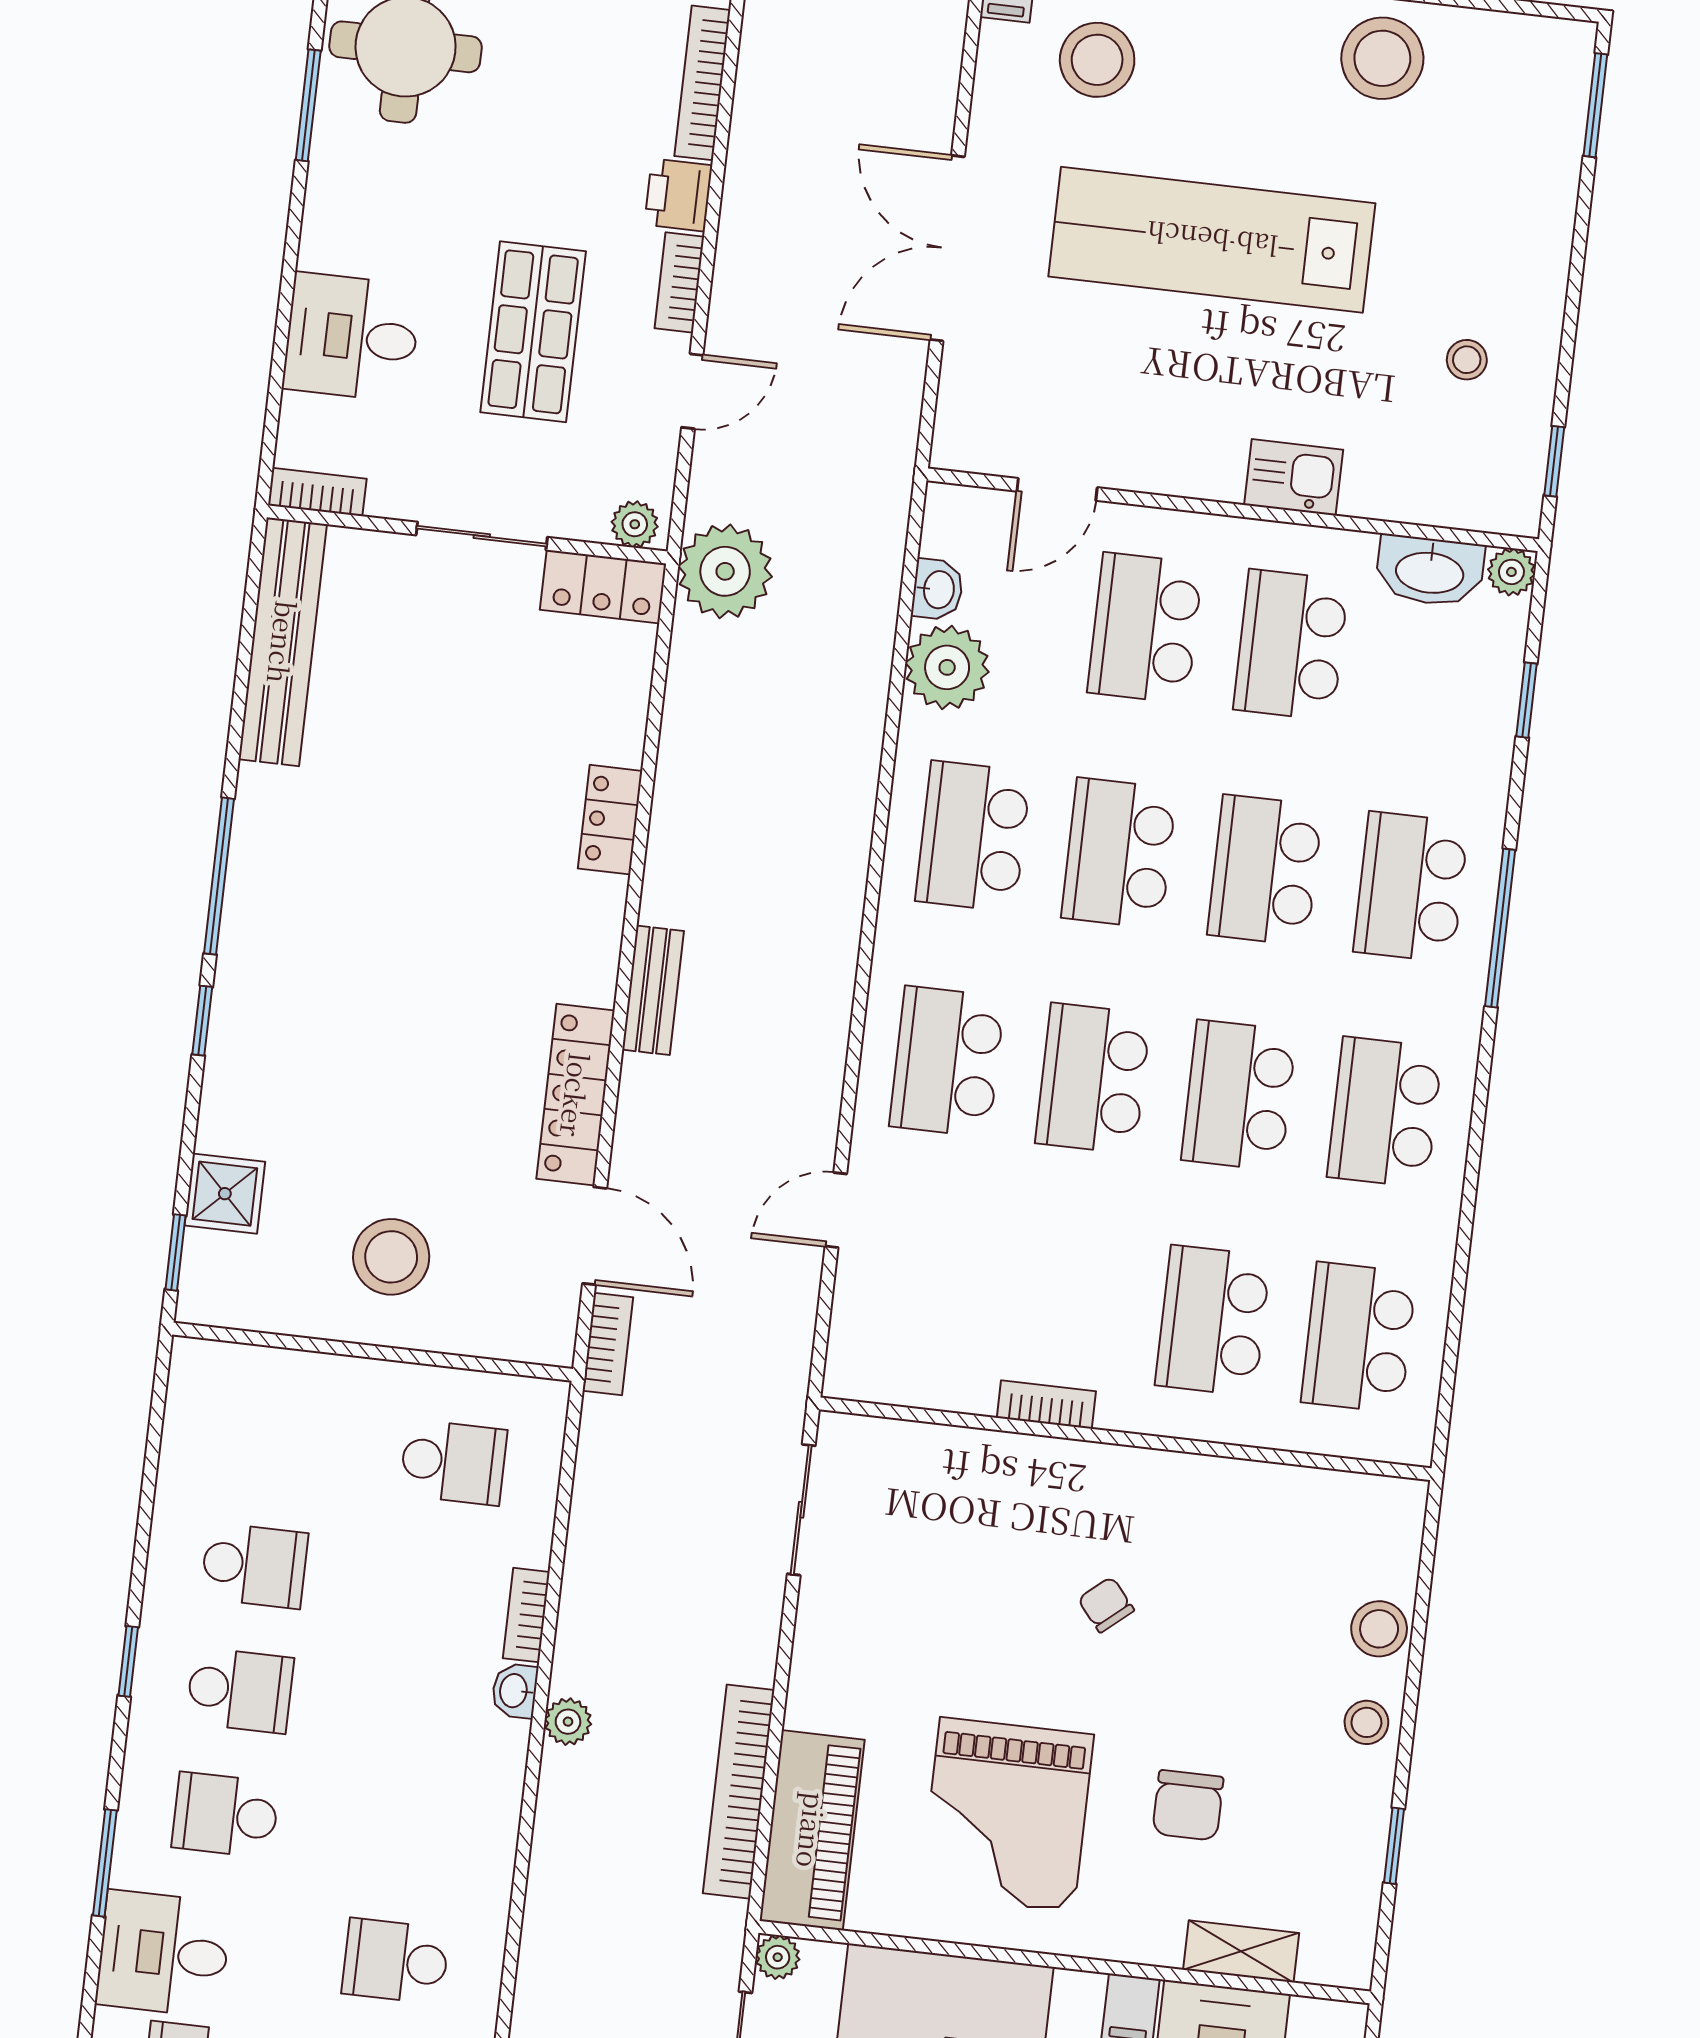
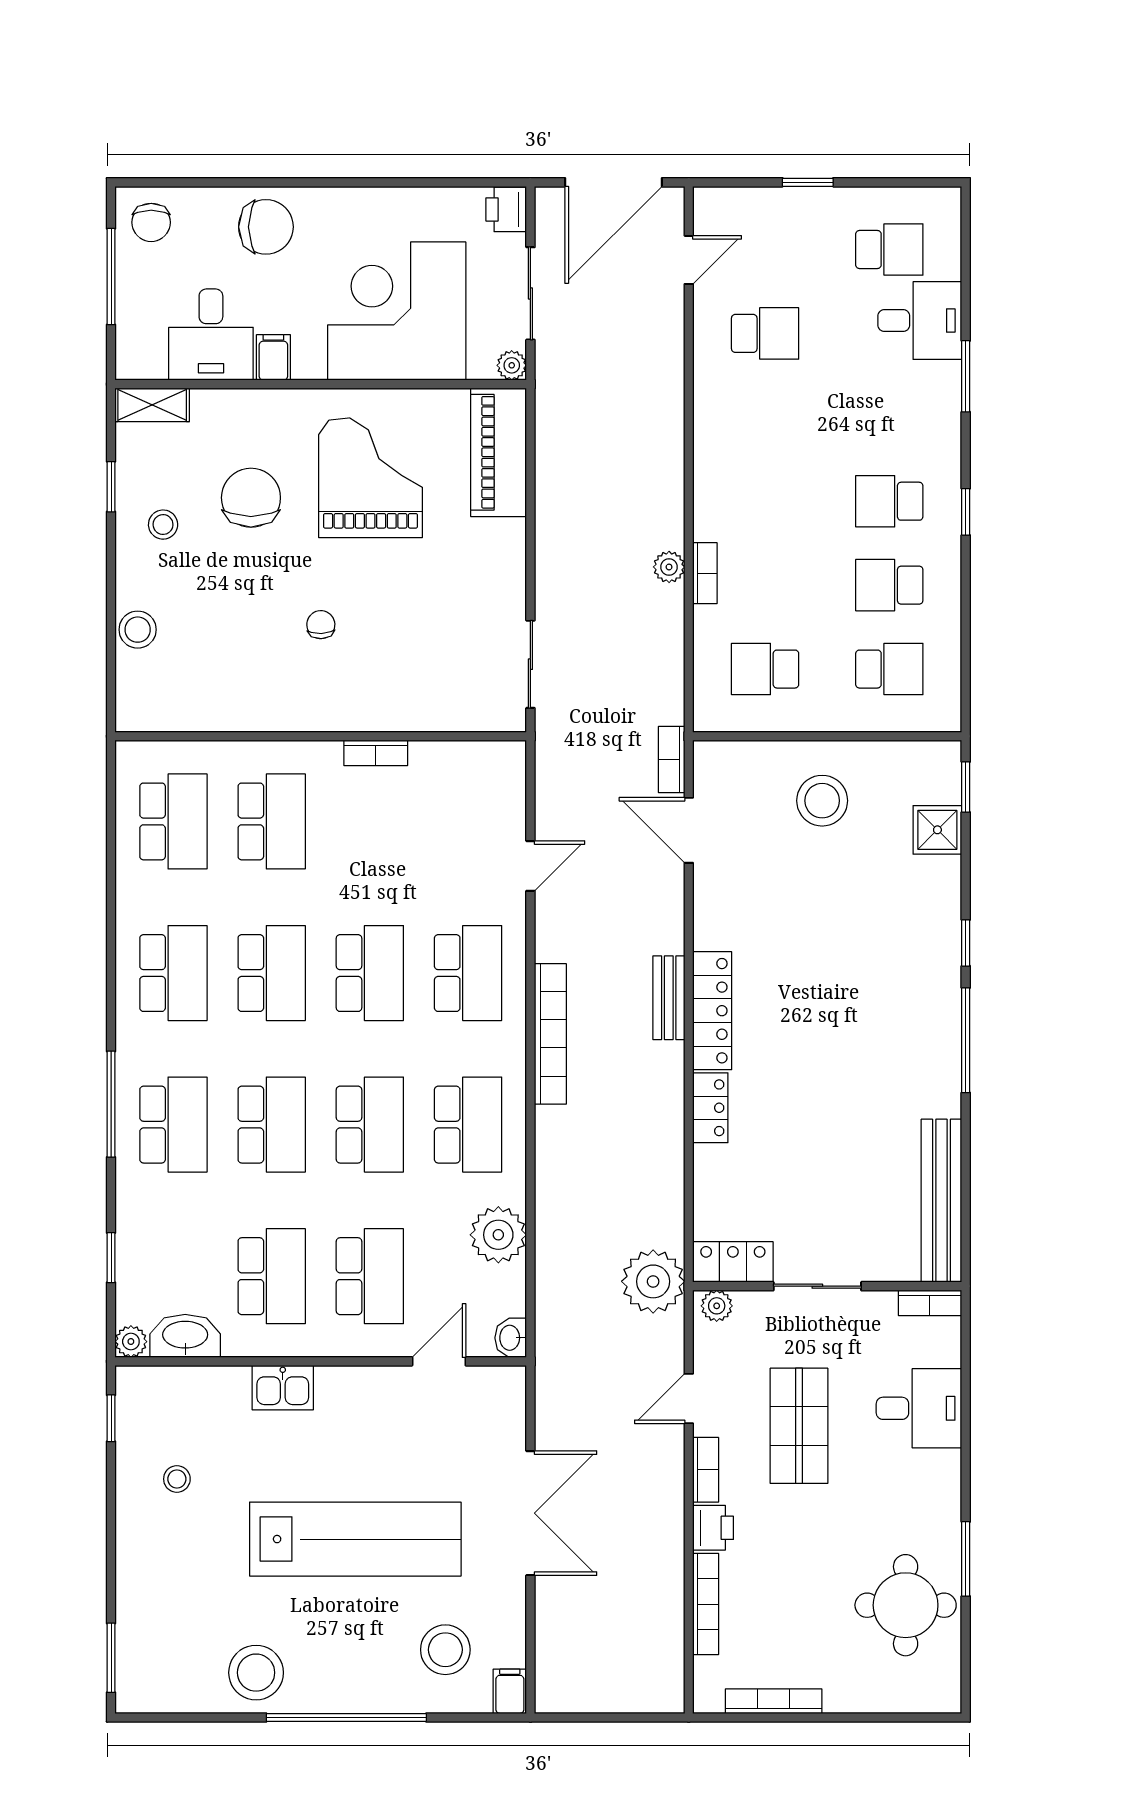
washbasin: (938, 590) -> (511, 1338), moved
locker: (576, 1095) -> (712, 1011), moved
chair: (1106, 1605) -> (321, 625), turned -142
washbasin: (515, 1691) -> (707, 522), removed
plant: (568, 1722) -> (669, 567), moved
stool: (1366, 1722) -> (163, 525), moved
bookcase: (739, 1792) -> (550, 1034), moved
chair: (1188, 1805) -> (251, 498), width x1.37, depth x1.37
school desk: (225, 1815) -> (889, 669), moved
shelving: (1241, 1951) -> (152, 405), moved

